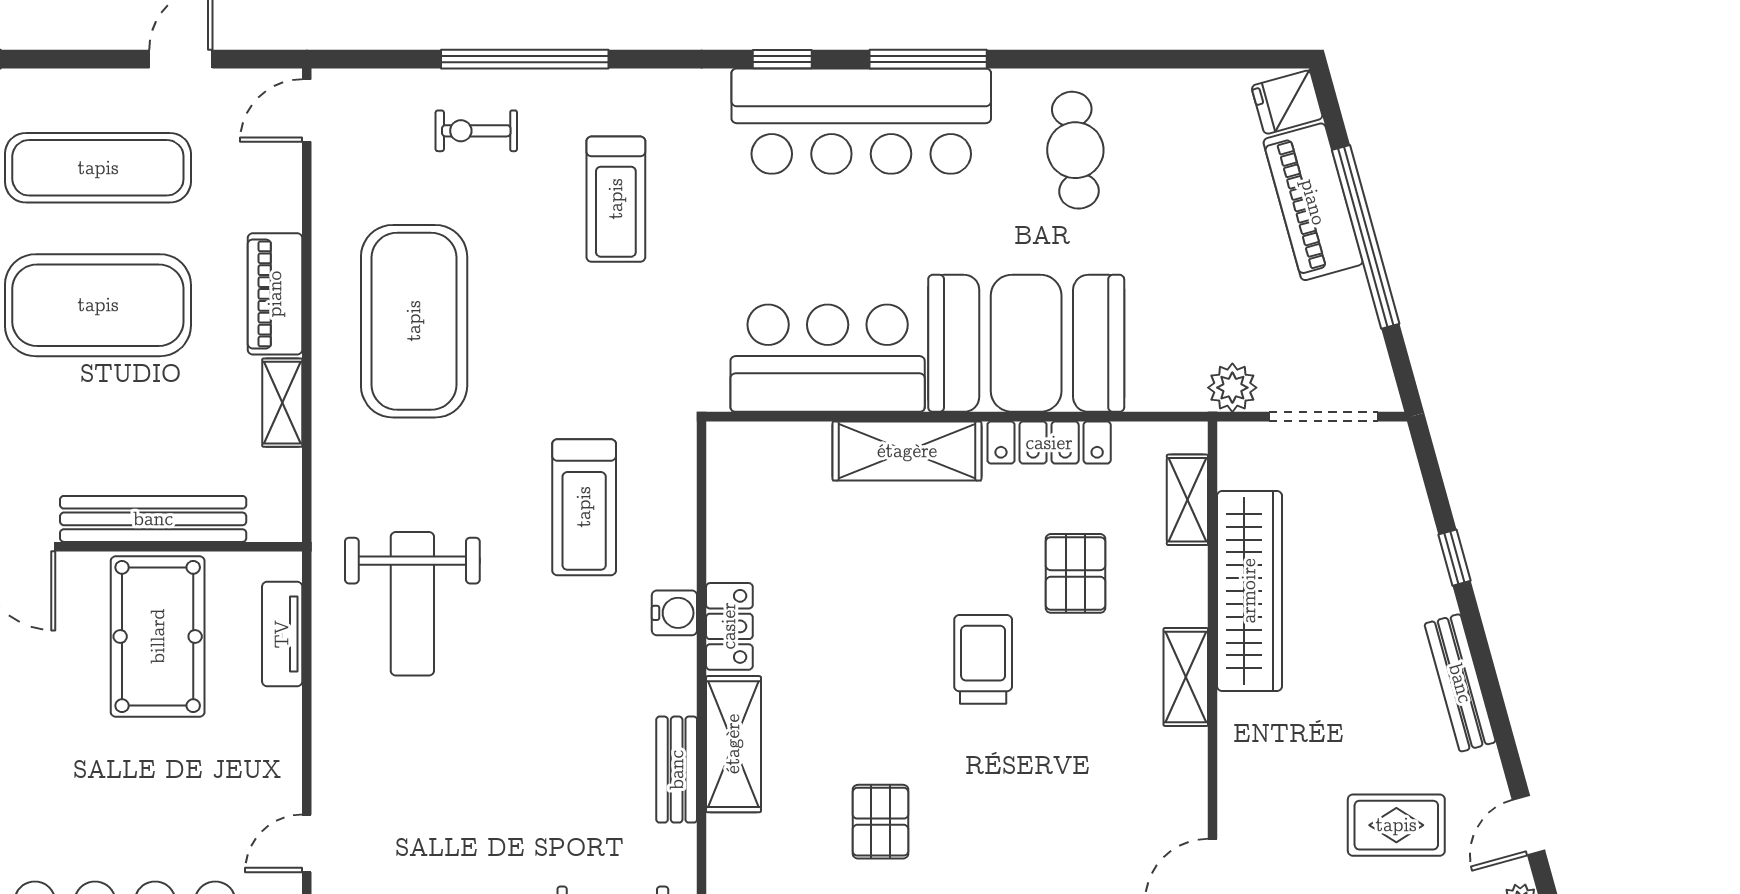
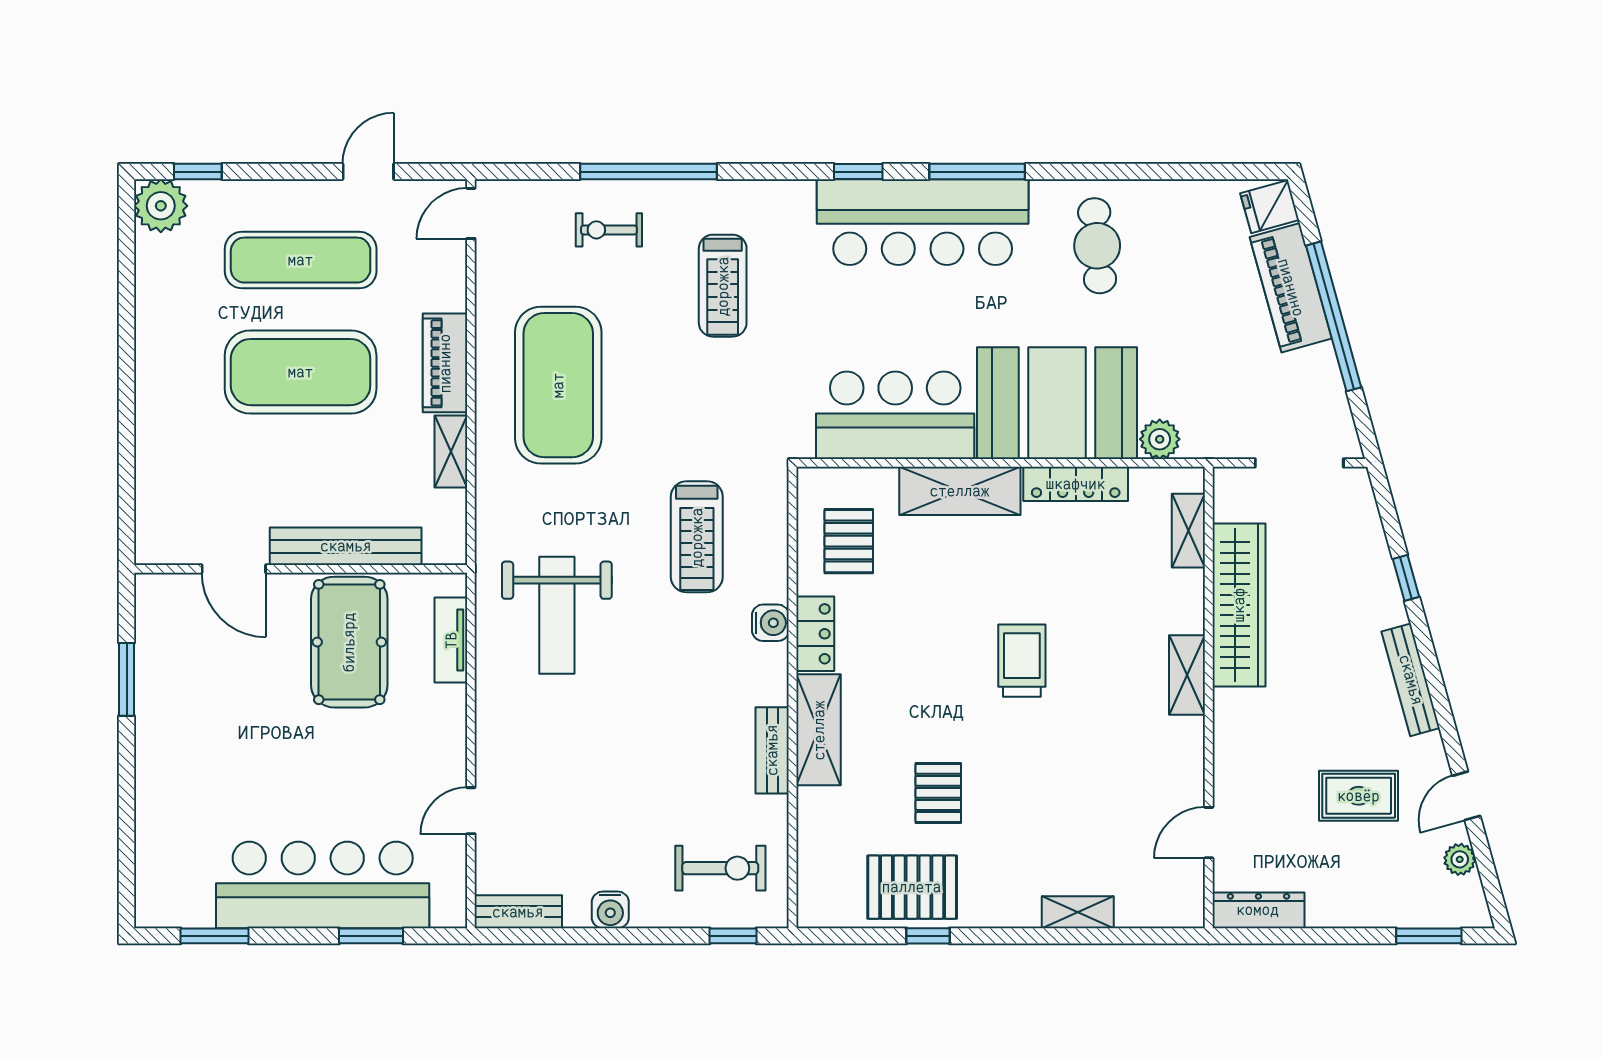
plant: (1232, 388) -> (1160, 439), moved
pallet: (1076, 573) -> (849, 541), moved

